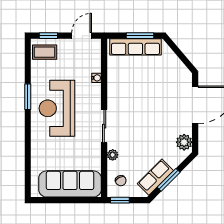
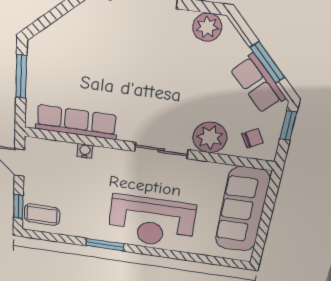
row of seats: (135, 47) -> (76, 122), moved, turned -90
coffee table: (45, 52) -> (42, 215), turned 90
reception desk: (57, 108) -> (152, 222), moved
plant: (113, 155) -> (210, 137), width x1.87, depth x1.87
window: (120, 200) -> (288, 126), moved

